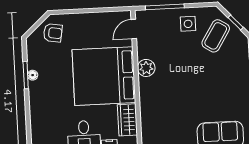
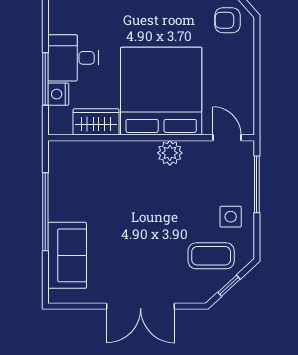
armchair: (53, 33) -> (227, 20), turned 81
coffee table: (216, 36) -> (211, 256), turned -32

